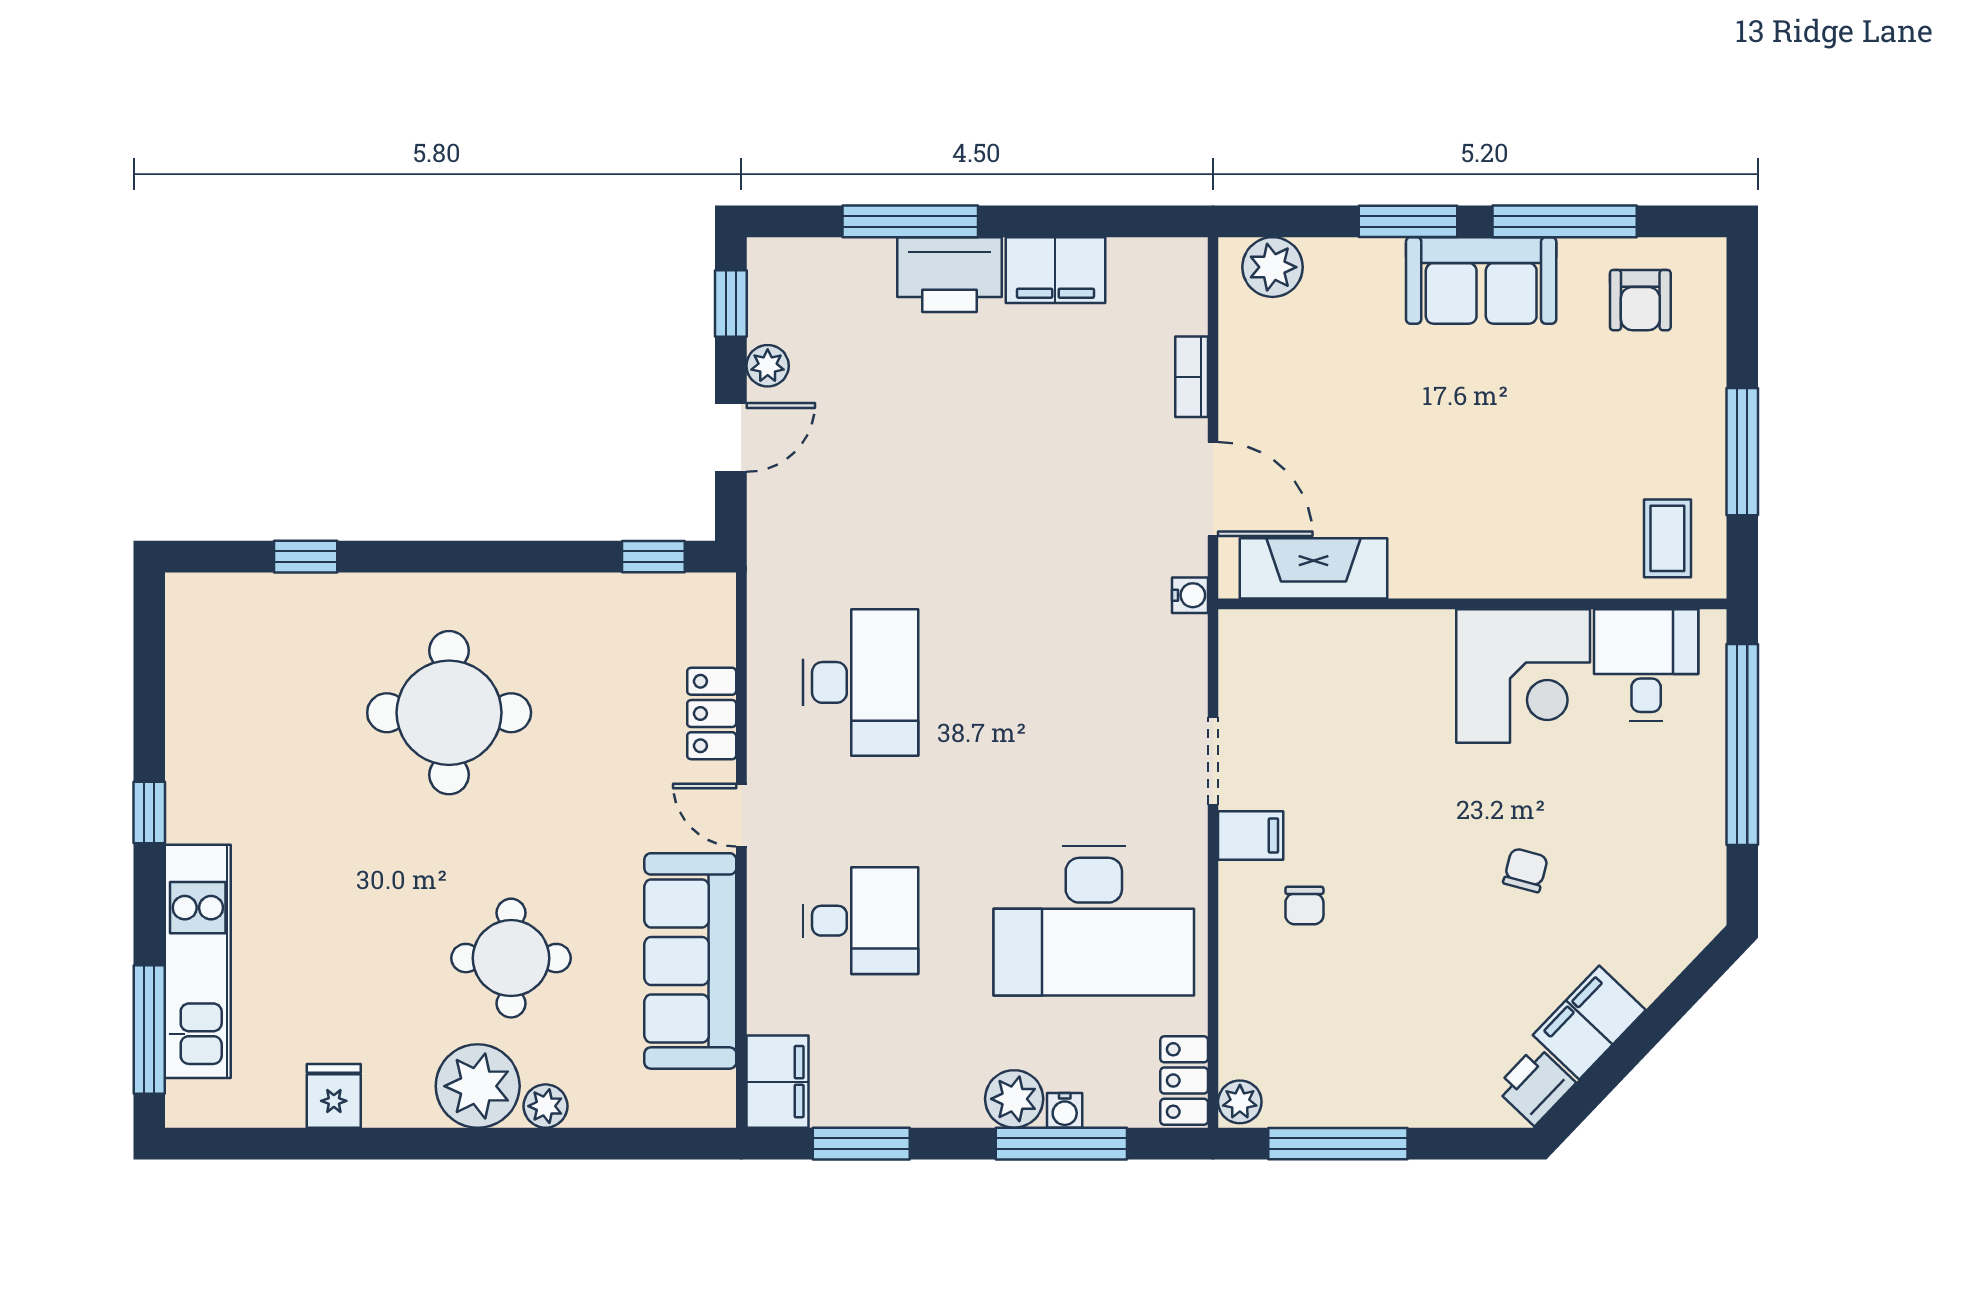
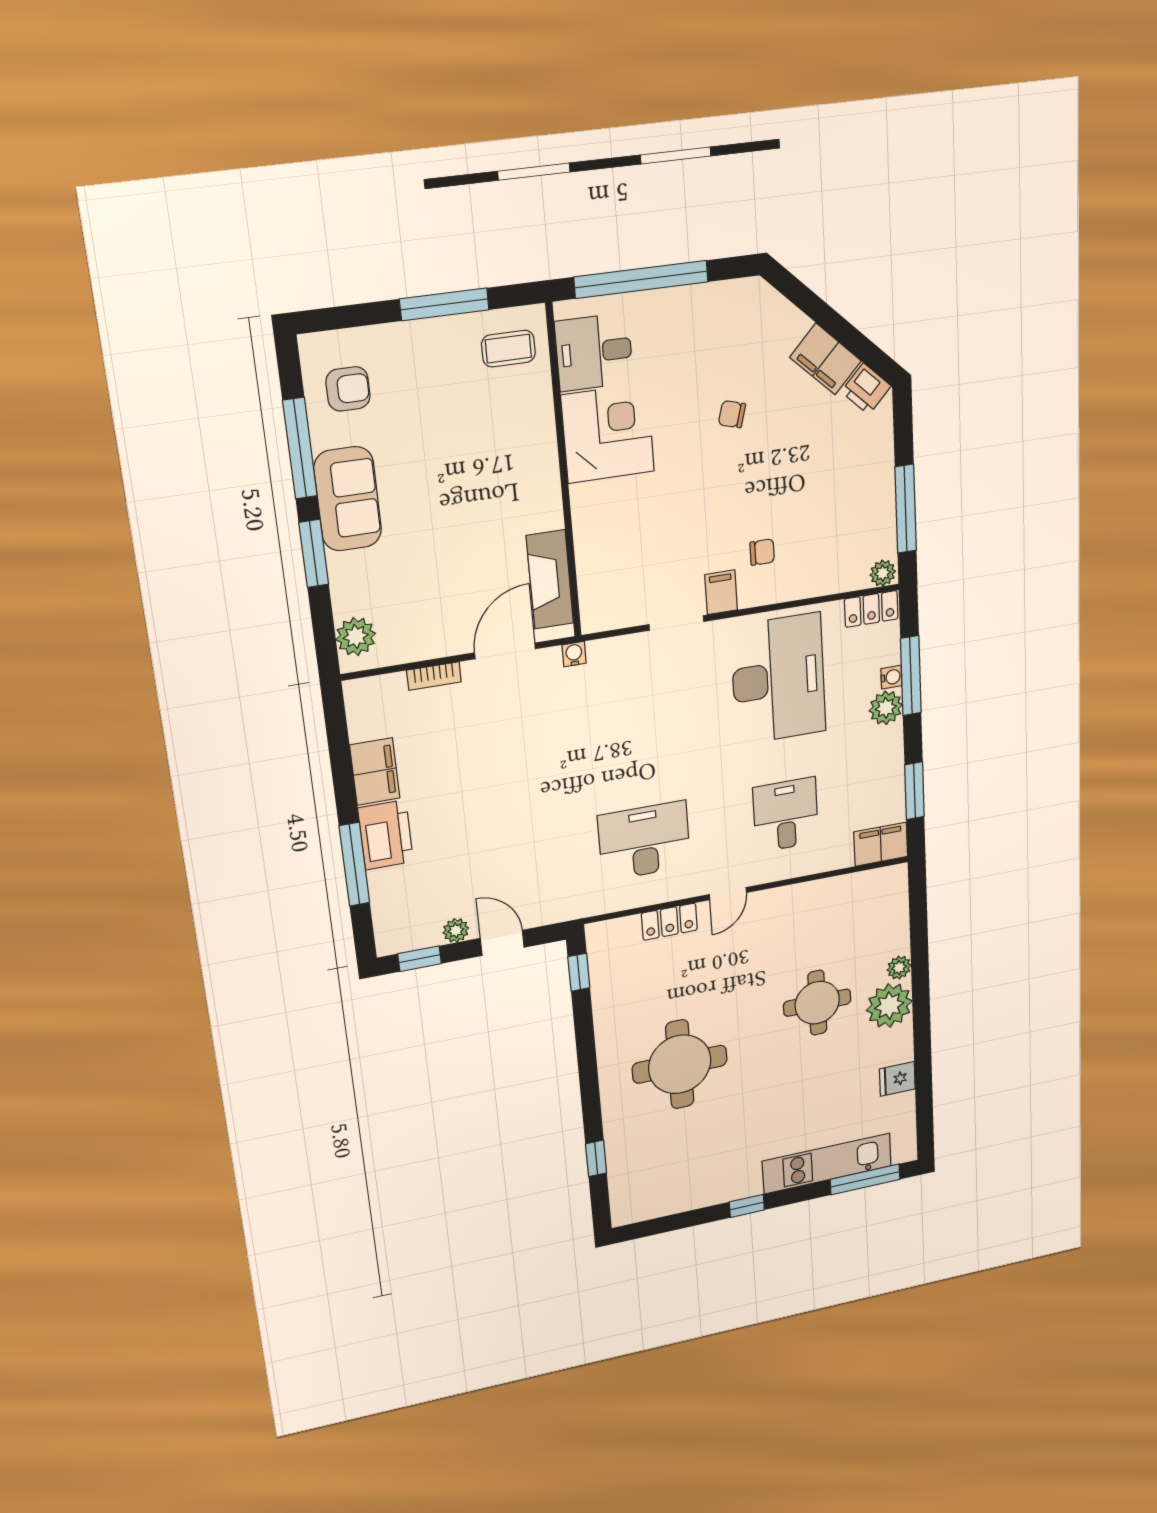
sofa: (690, 961) -> (814, 906), removed

